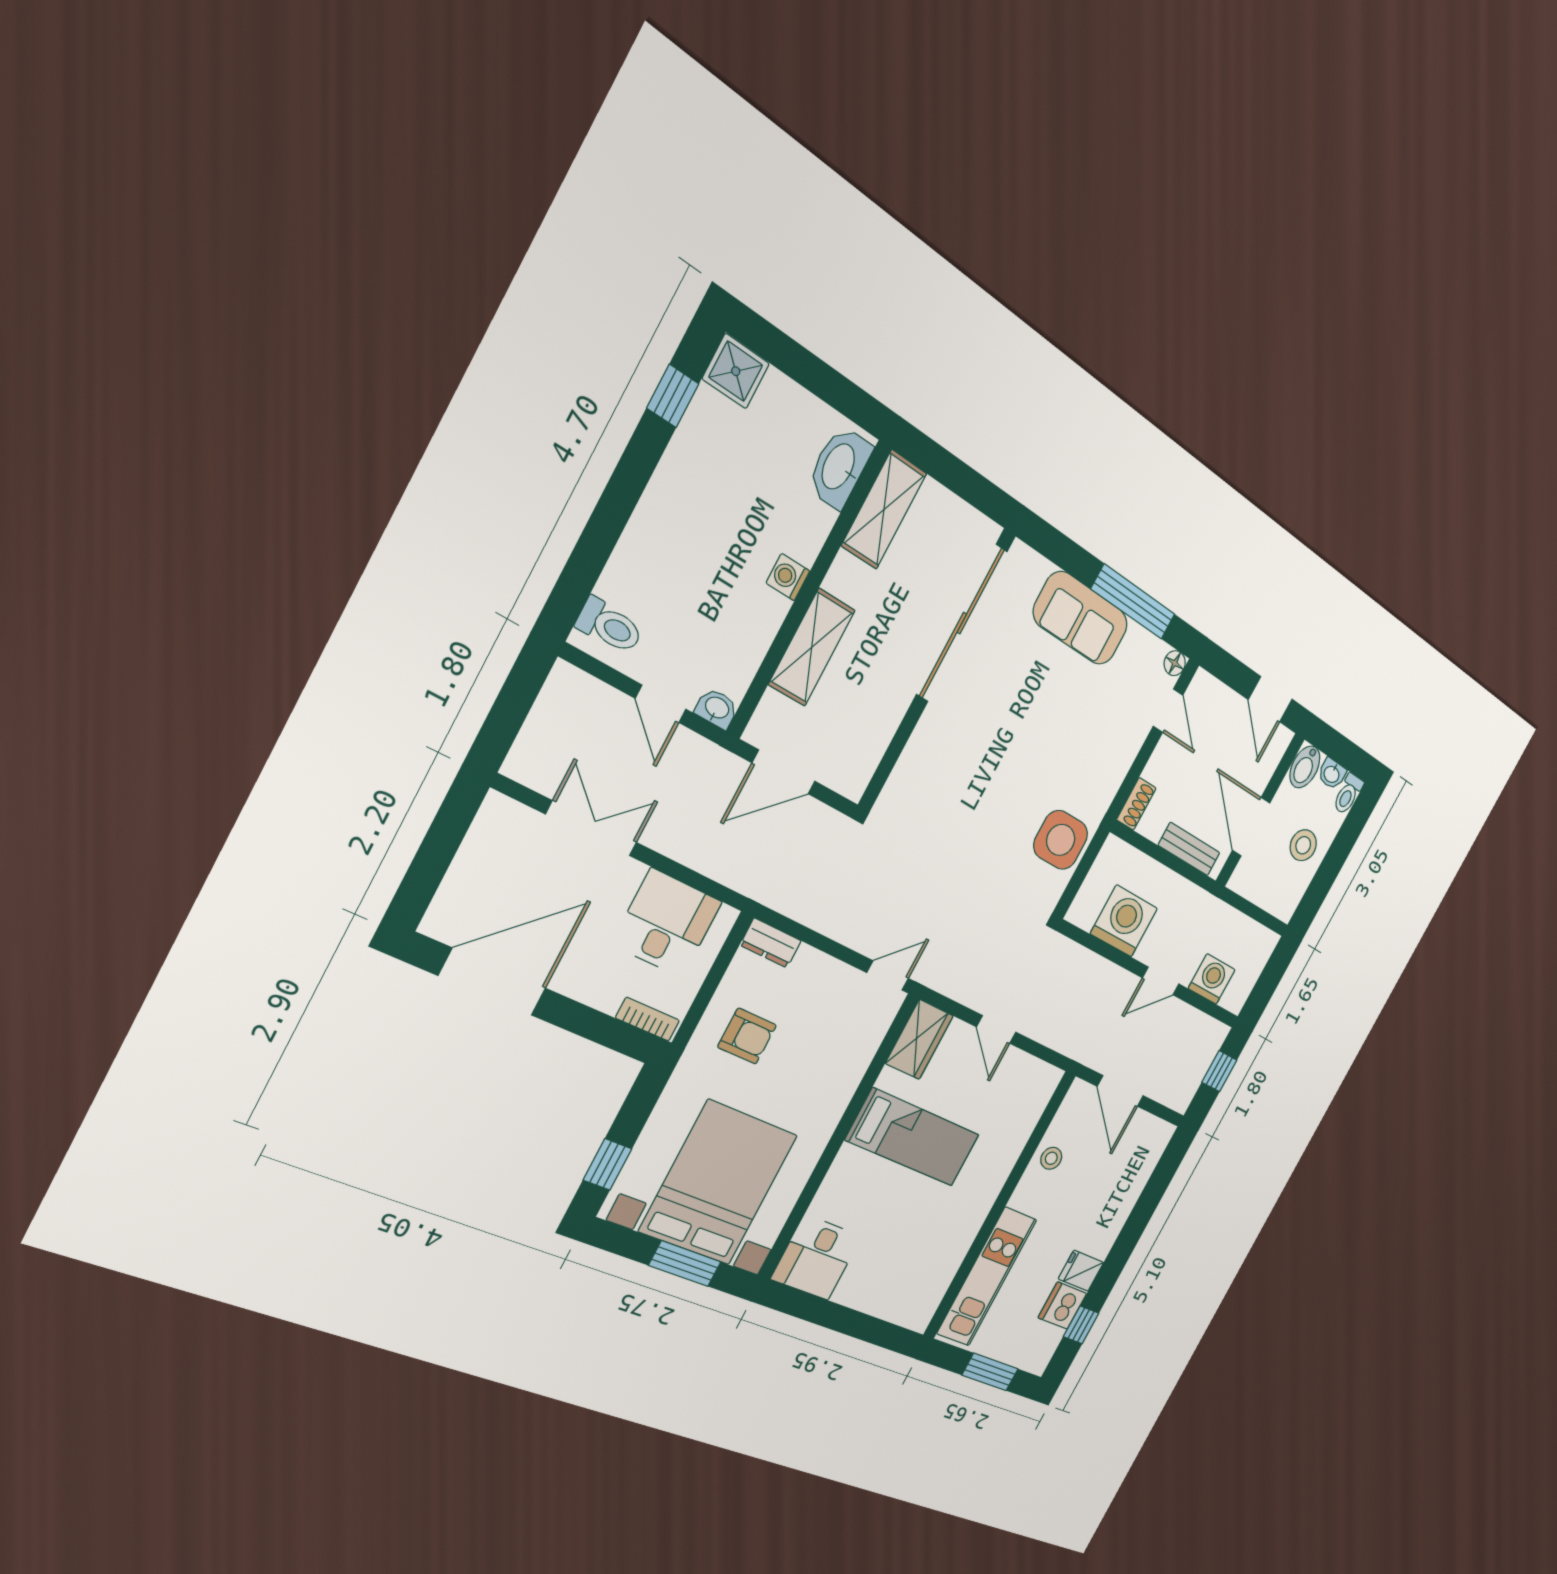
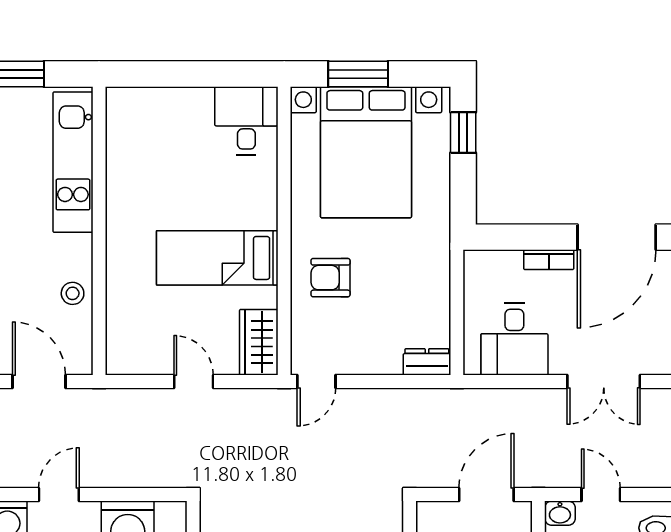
bookcase: (648, 1019) -> (549, 260), moved
armchair: (747, 1036) -> (331, 278), moved

